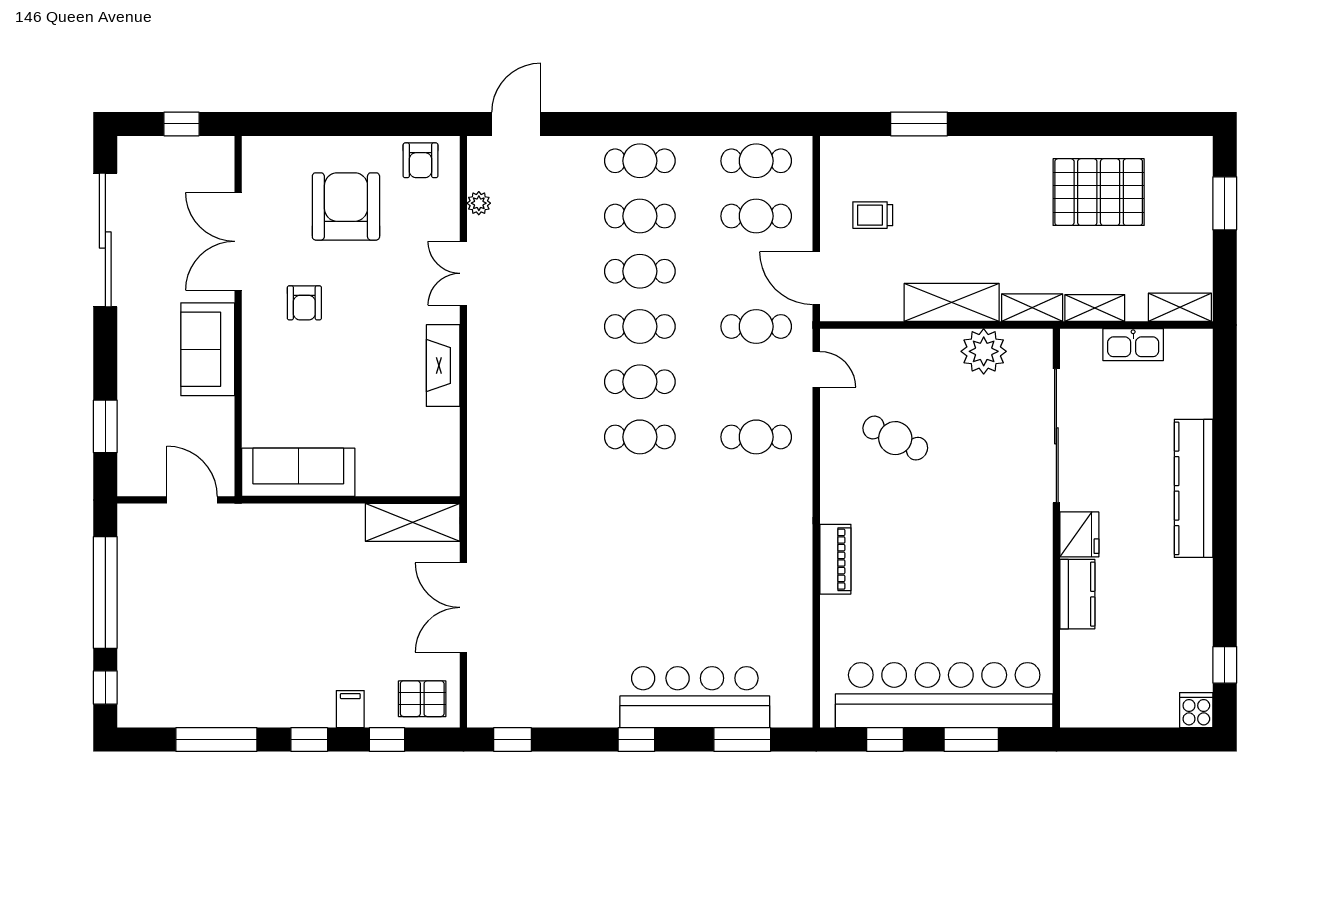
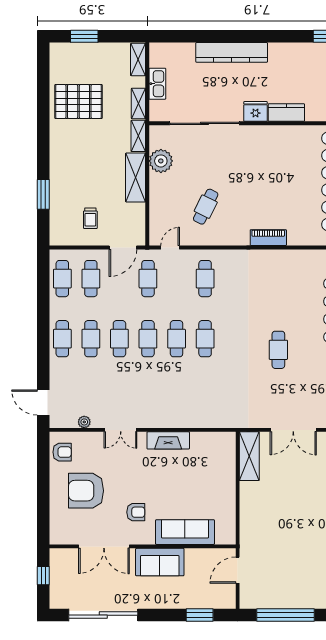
pallet: (1099, 192) -> (79, 102), turned 90
sofa: (298, 472) -> (185, 532), moved, turned 90
cafe table: (618, 579) -> (278, 350), added

